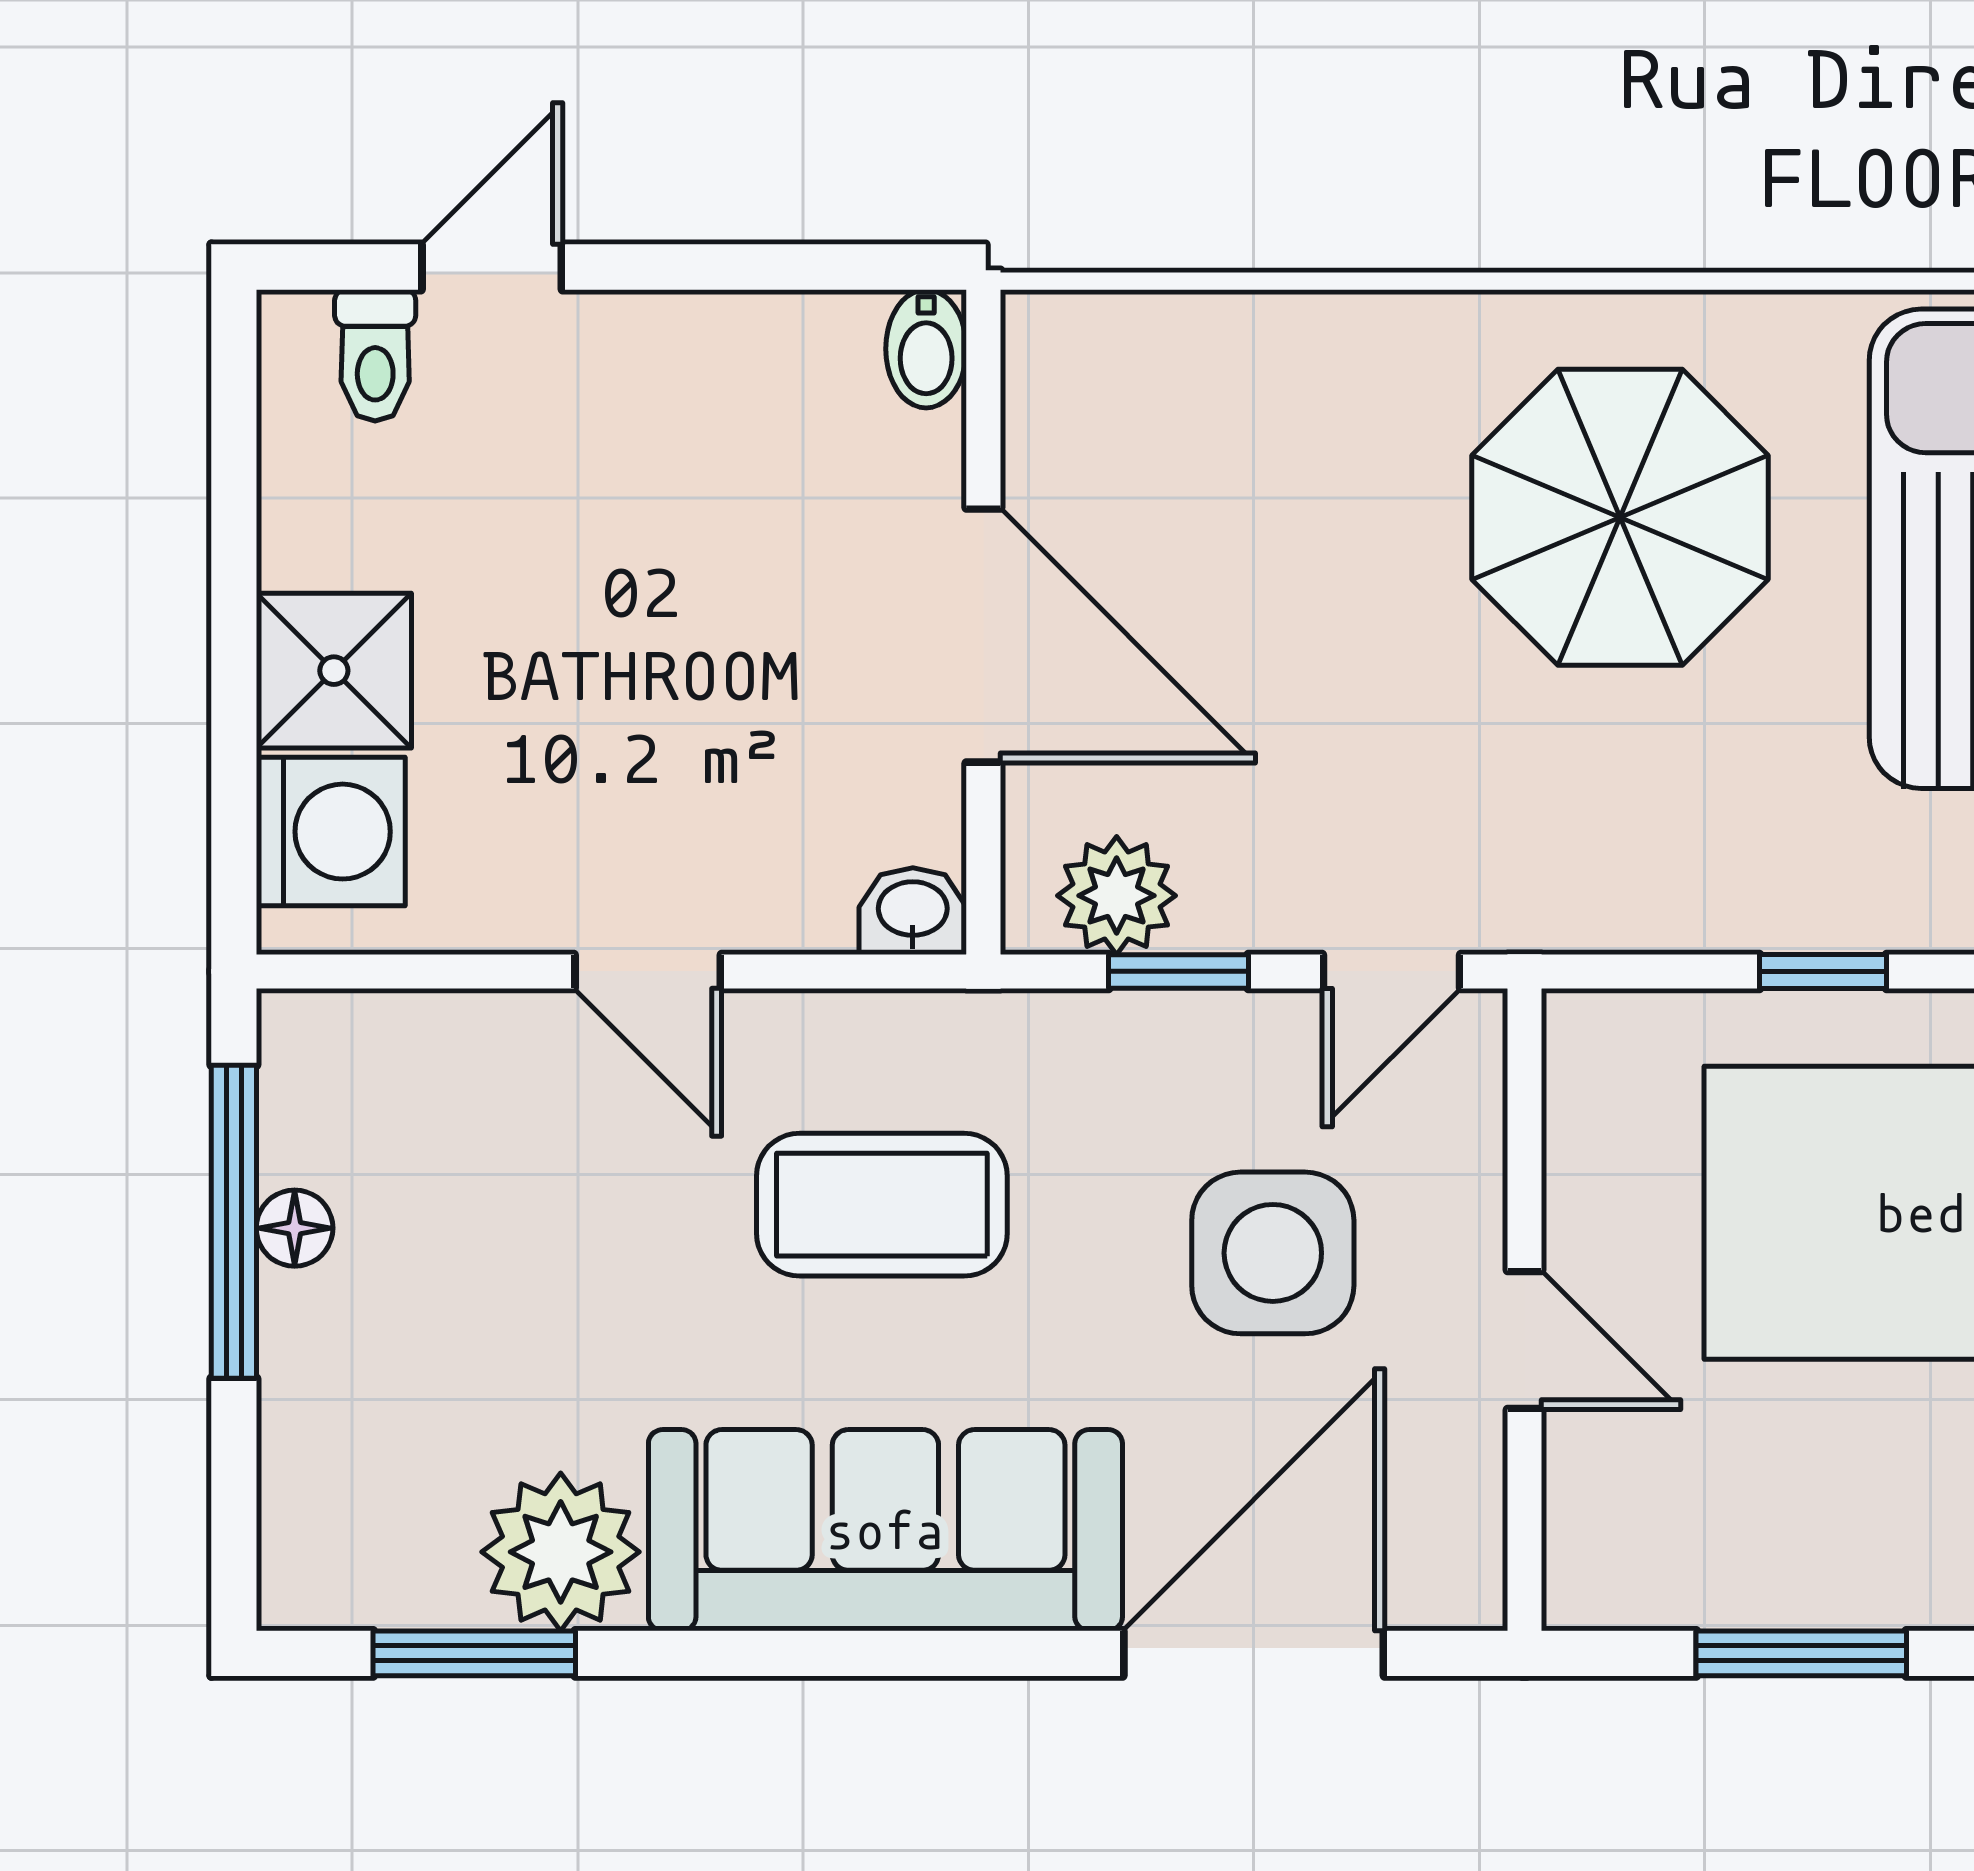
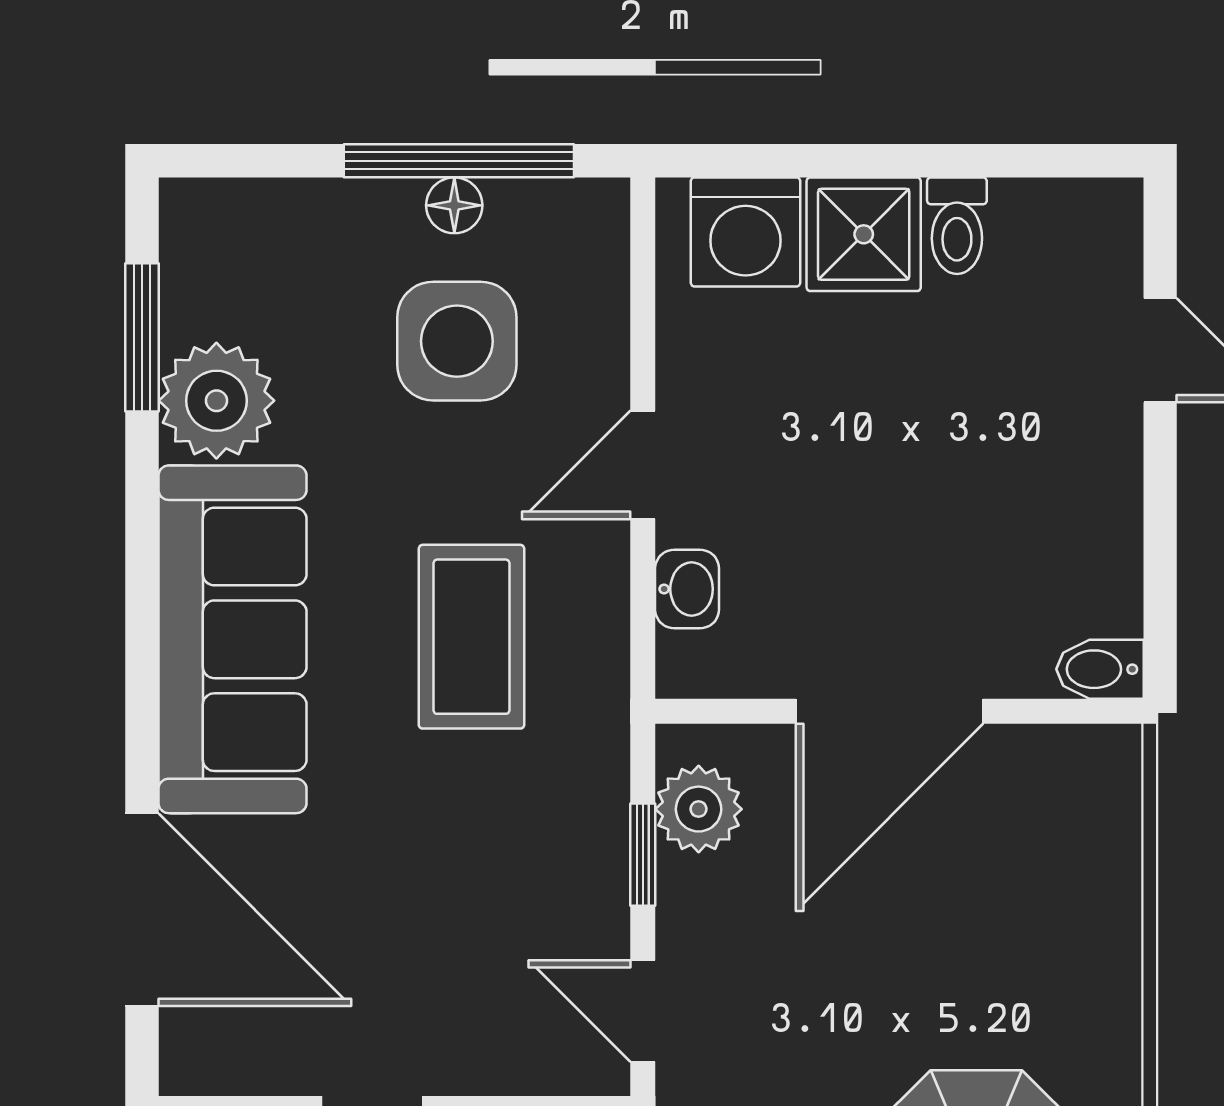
toilet: (375, 355) -> (957, 226), moved, turned -90
washbasin: (913, 911) -> (687, 589), moved
side table: (1273, 1253) -> (457, 341), moved

